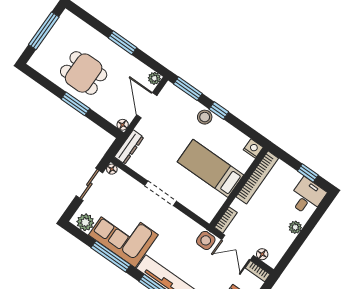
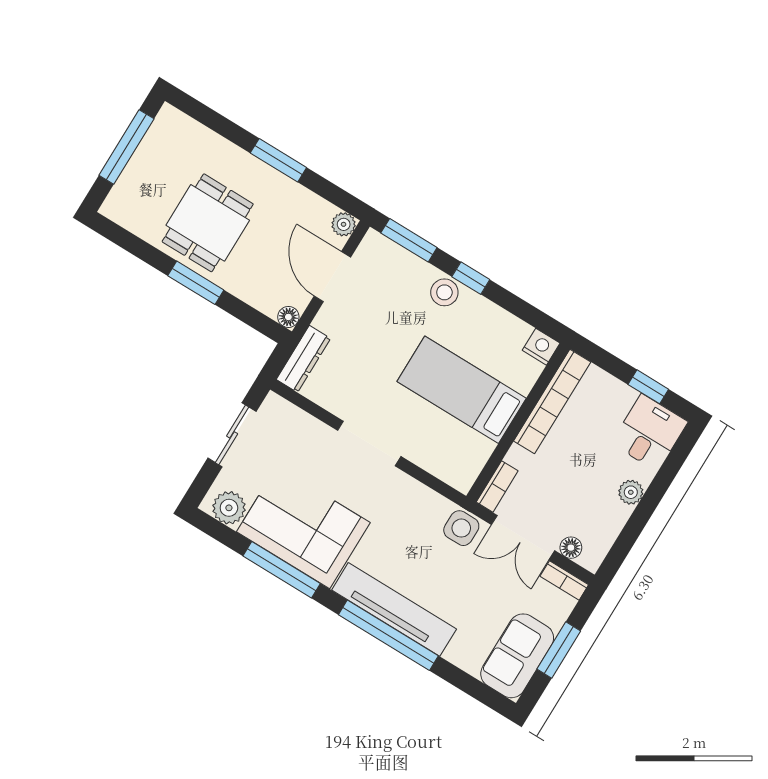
dining table: (84, 73) -> (208, 223), turned 90
floor lamp: (112, 169) -> (273, 403), removed

